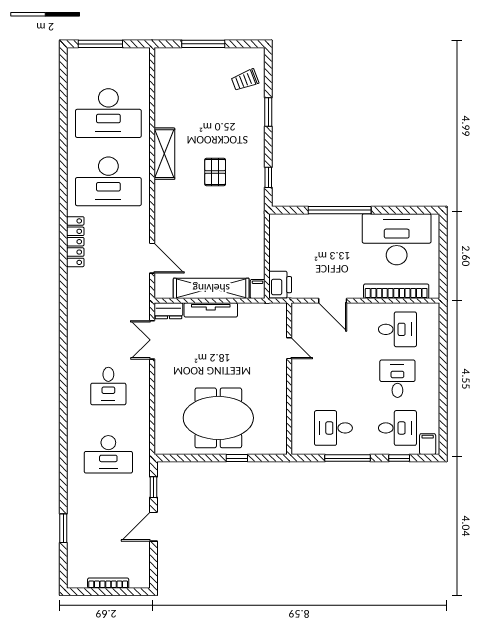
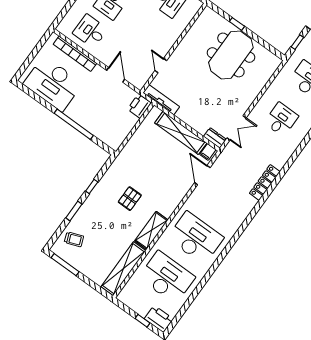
window: (100, 44) -> (143, 321), width x0.46
window: (203, 44) -> (65, 265), moved
printer: (84, 59) -> (159, 319), added
shelving: (165, 87) -> (123, 269), added
window: (268, 177) -> (92, 186), moved
locker: (75, 242) -> (265, 182), moved
filing cabinet: (258, 289) -> (208, 152), moved
tv unit: (211, 310) -> (161, 100), moved
meeting table: (218, 418) -> (231, 55), turned 90

